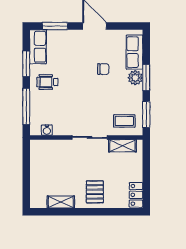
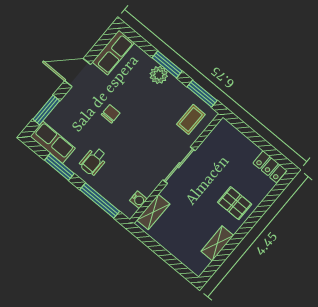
row of seats: (134, 52) -> (113, 53), moved, turned -90
chair: (103, 69) -> (111, 114), moved
shelving: (122, 146) -> (153, 212), moved

